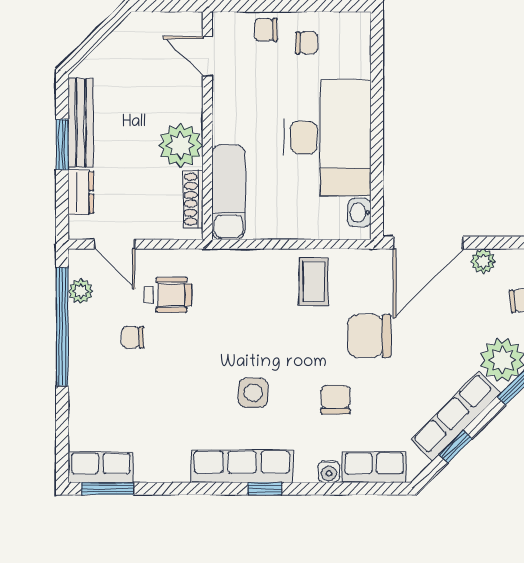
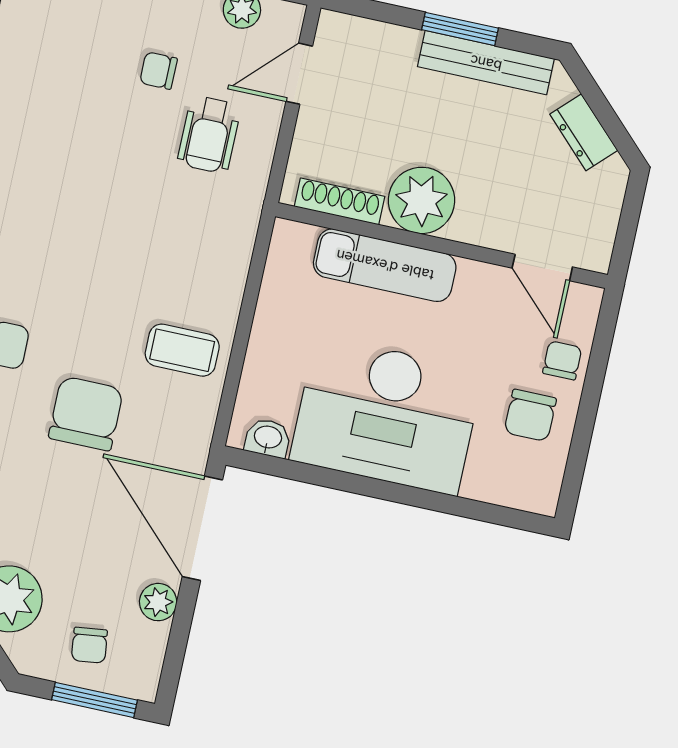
chair: (307, 43) -> (530, 415), width x1.37, depth x1.37
door: (207, 56) -> (542, 268), swing flipped
dresser: (81, 192) -> (584, 132), moved, turned 45
exam couch: (229, 192) -> (385, 265), moved
chair: (133, 337) -> (158, 71), turned -90
side table: (253, 393) -> (40, 228), removed

